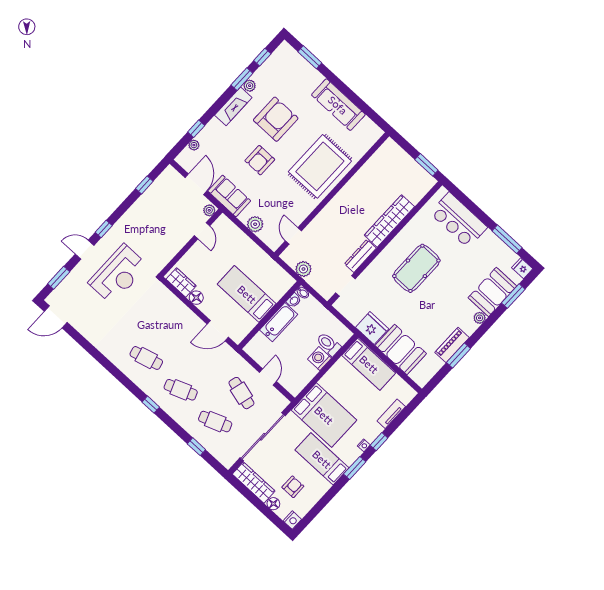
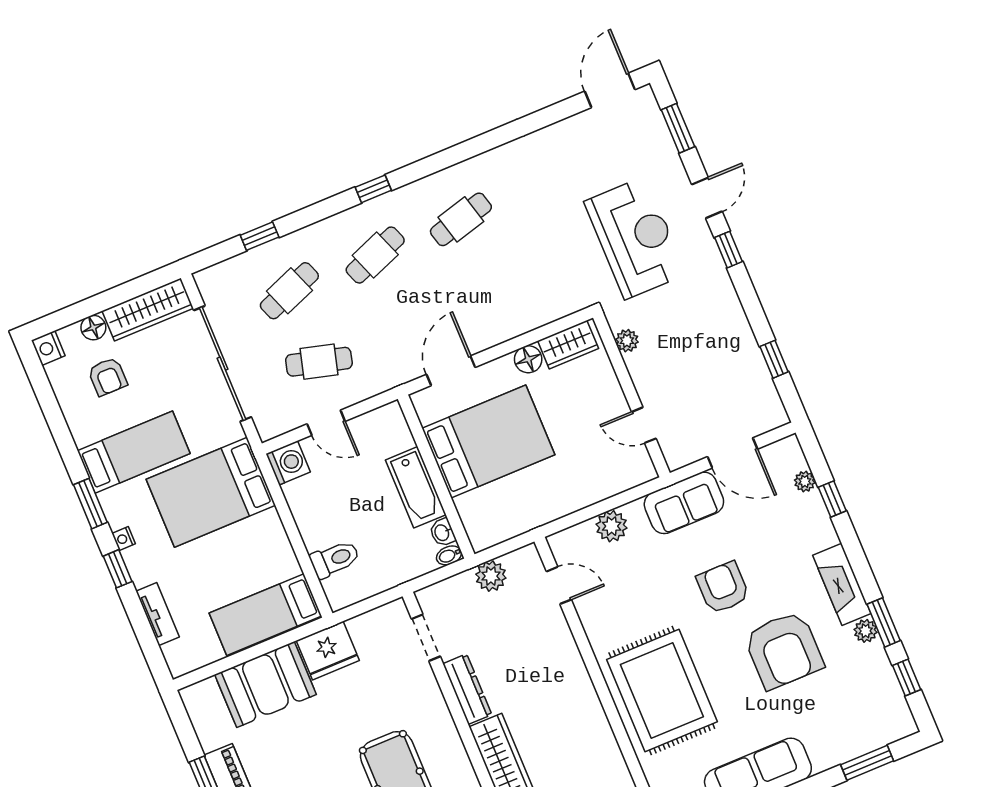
plant: (209, 210) -> (627, 341), moved
reception desk: (118, 274) -> (635, 238), turned 180
bed: (247, 294) -> (488, 441), width x1.50
washing machine: (319, 359) -> (288, 463), moved

